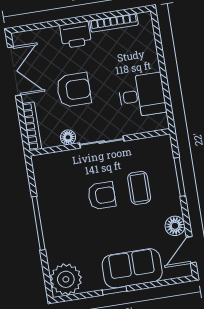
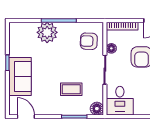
desk: (142, 95) -> (120, 101), moved
armchair: (102, 196) -> (89, 41), moved, turned 92
floor lamp: (175, 226) -> (97, 109), moved
plant: (66, 279) -> (47, 32), moved

